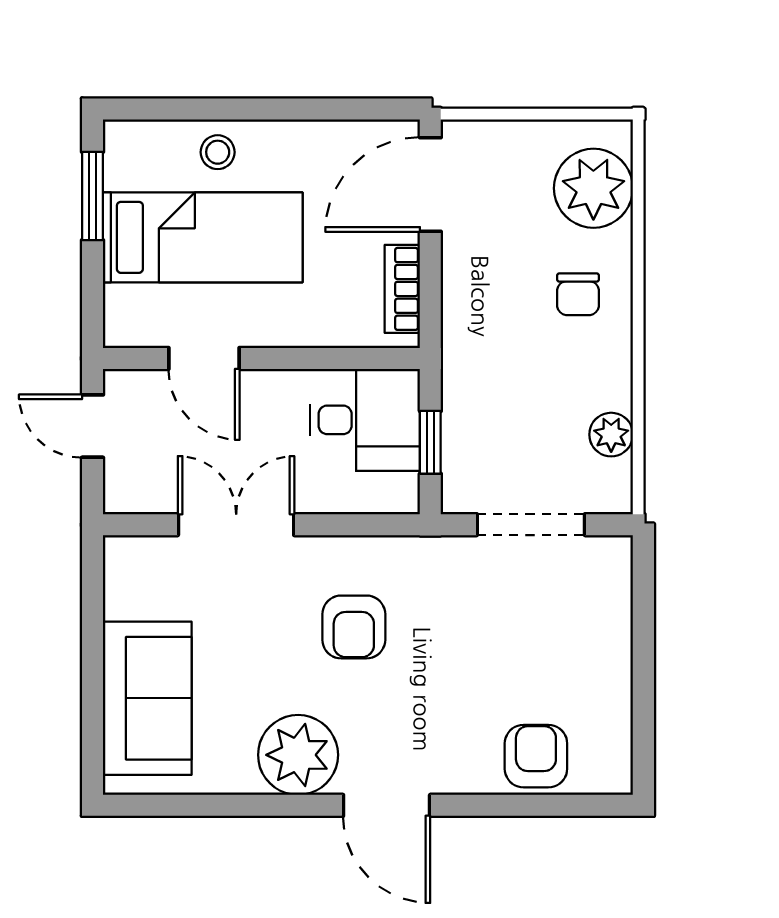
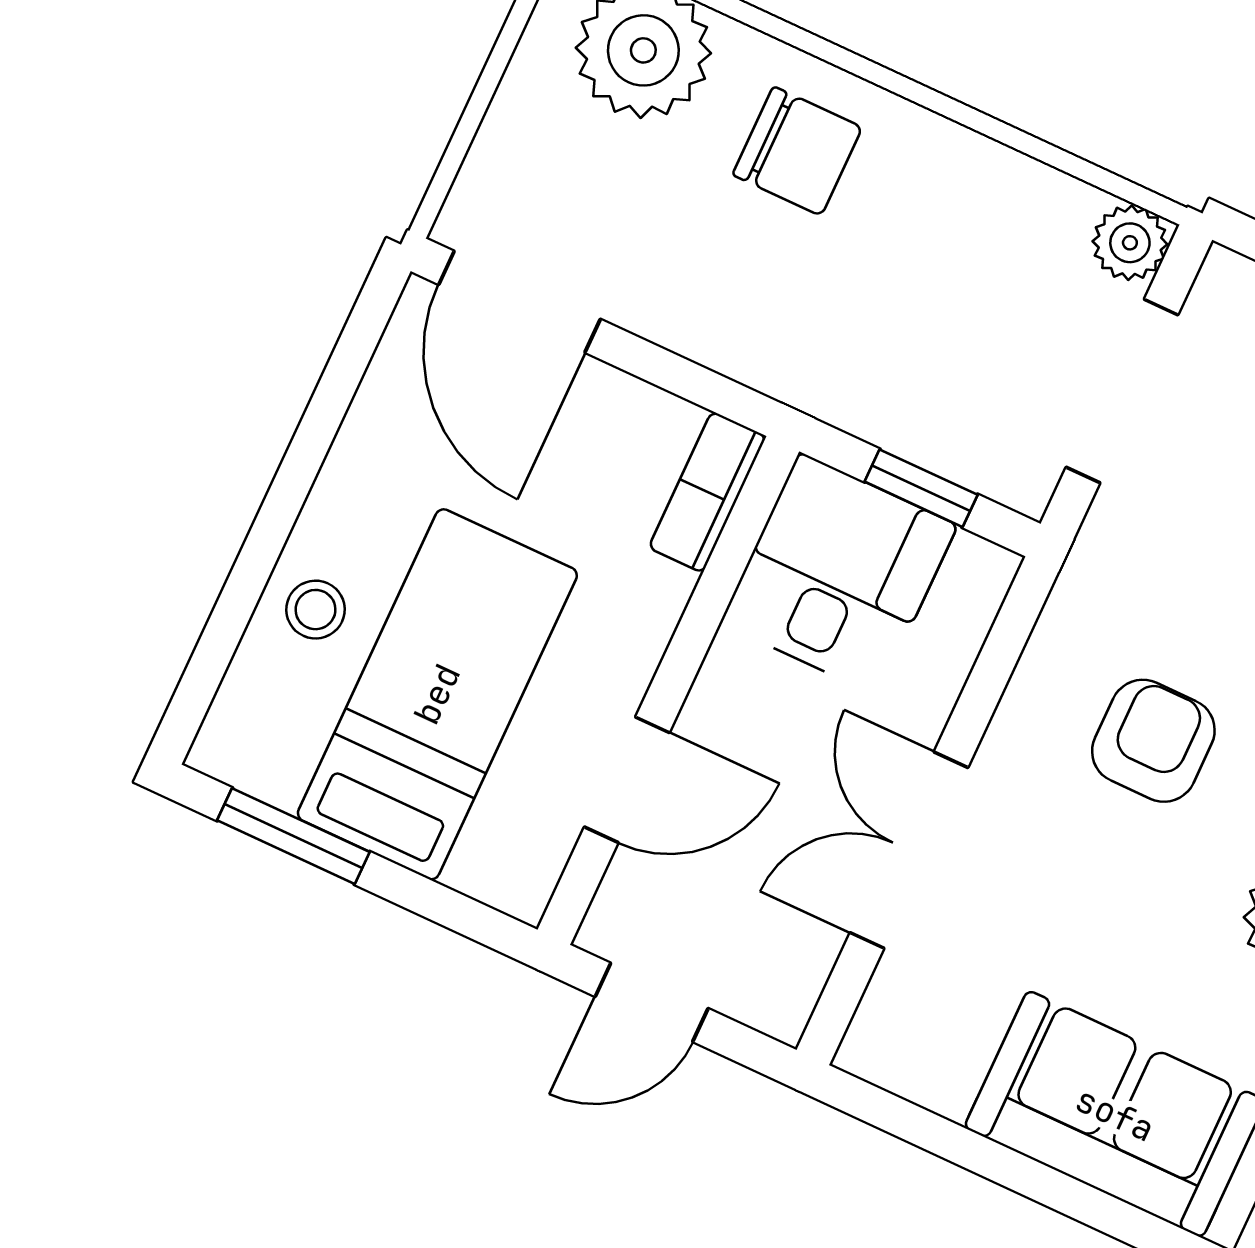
bookcase: (402, 289) -> (707, 492), moved, turned 90
chair: (578, 294) -> (797, 151), width x1.37, depth x1.37
plant: (611, 435) -> (1130, 243), moved
armchair: (354, 627) -> (1153, 741), turned -90

